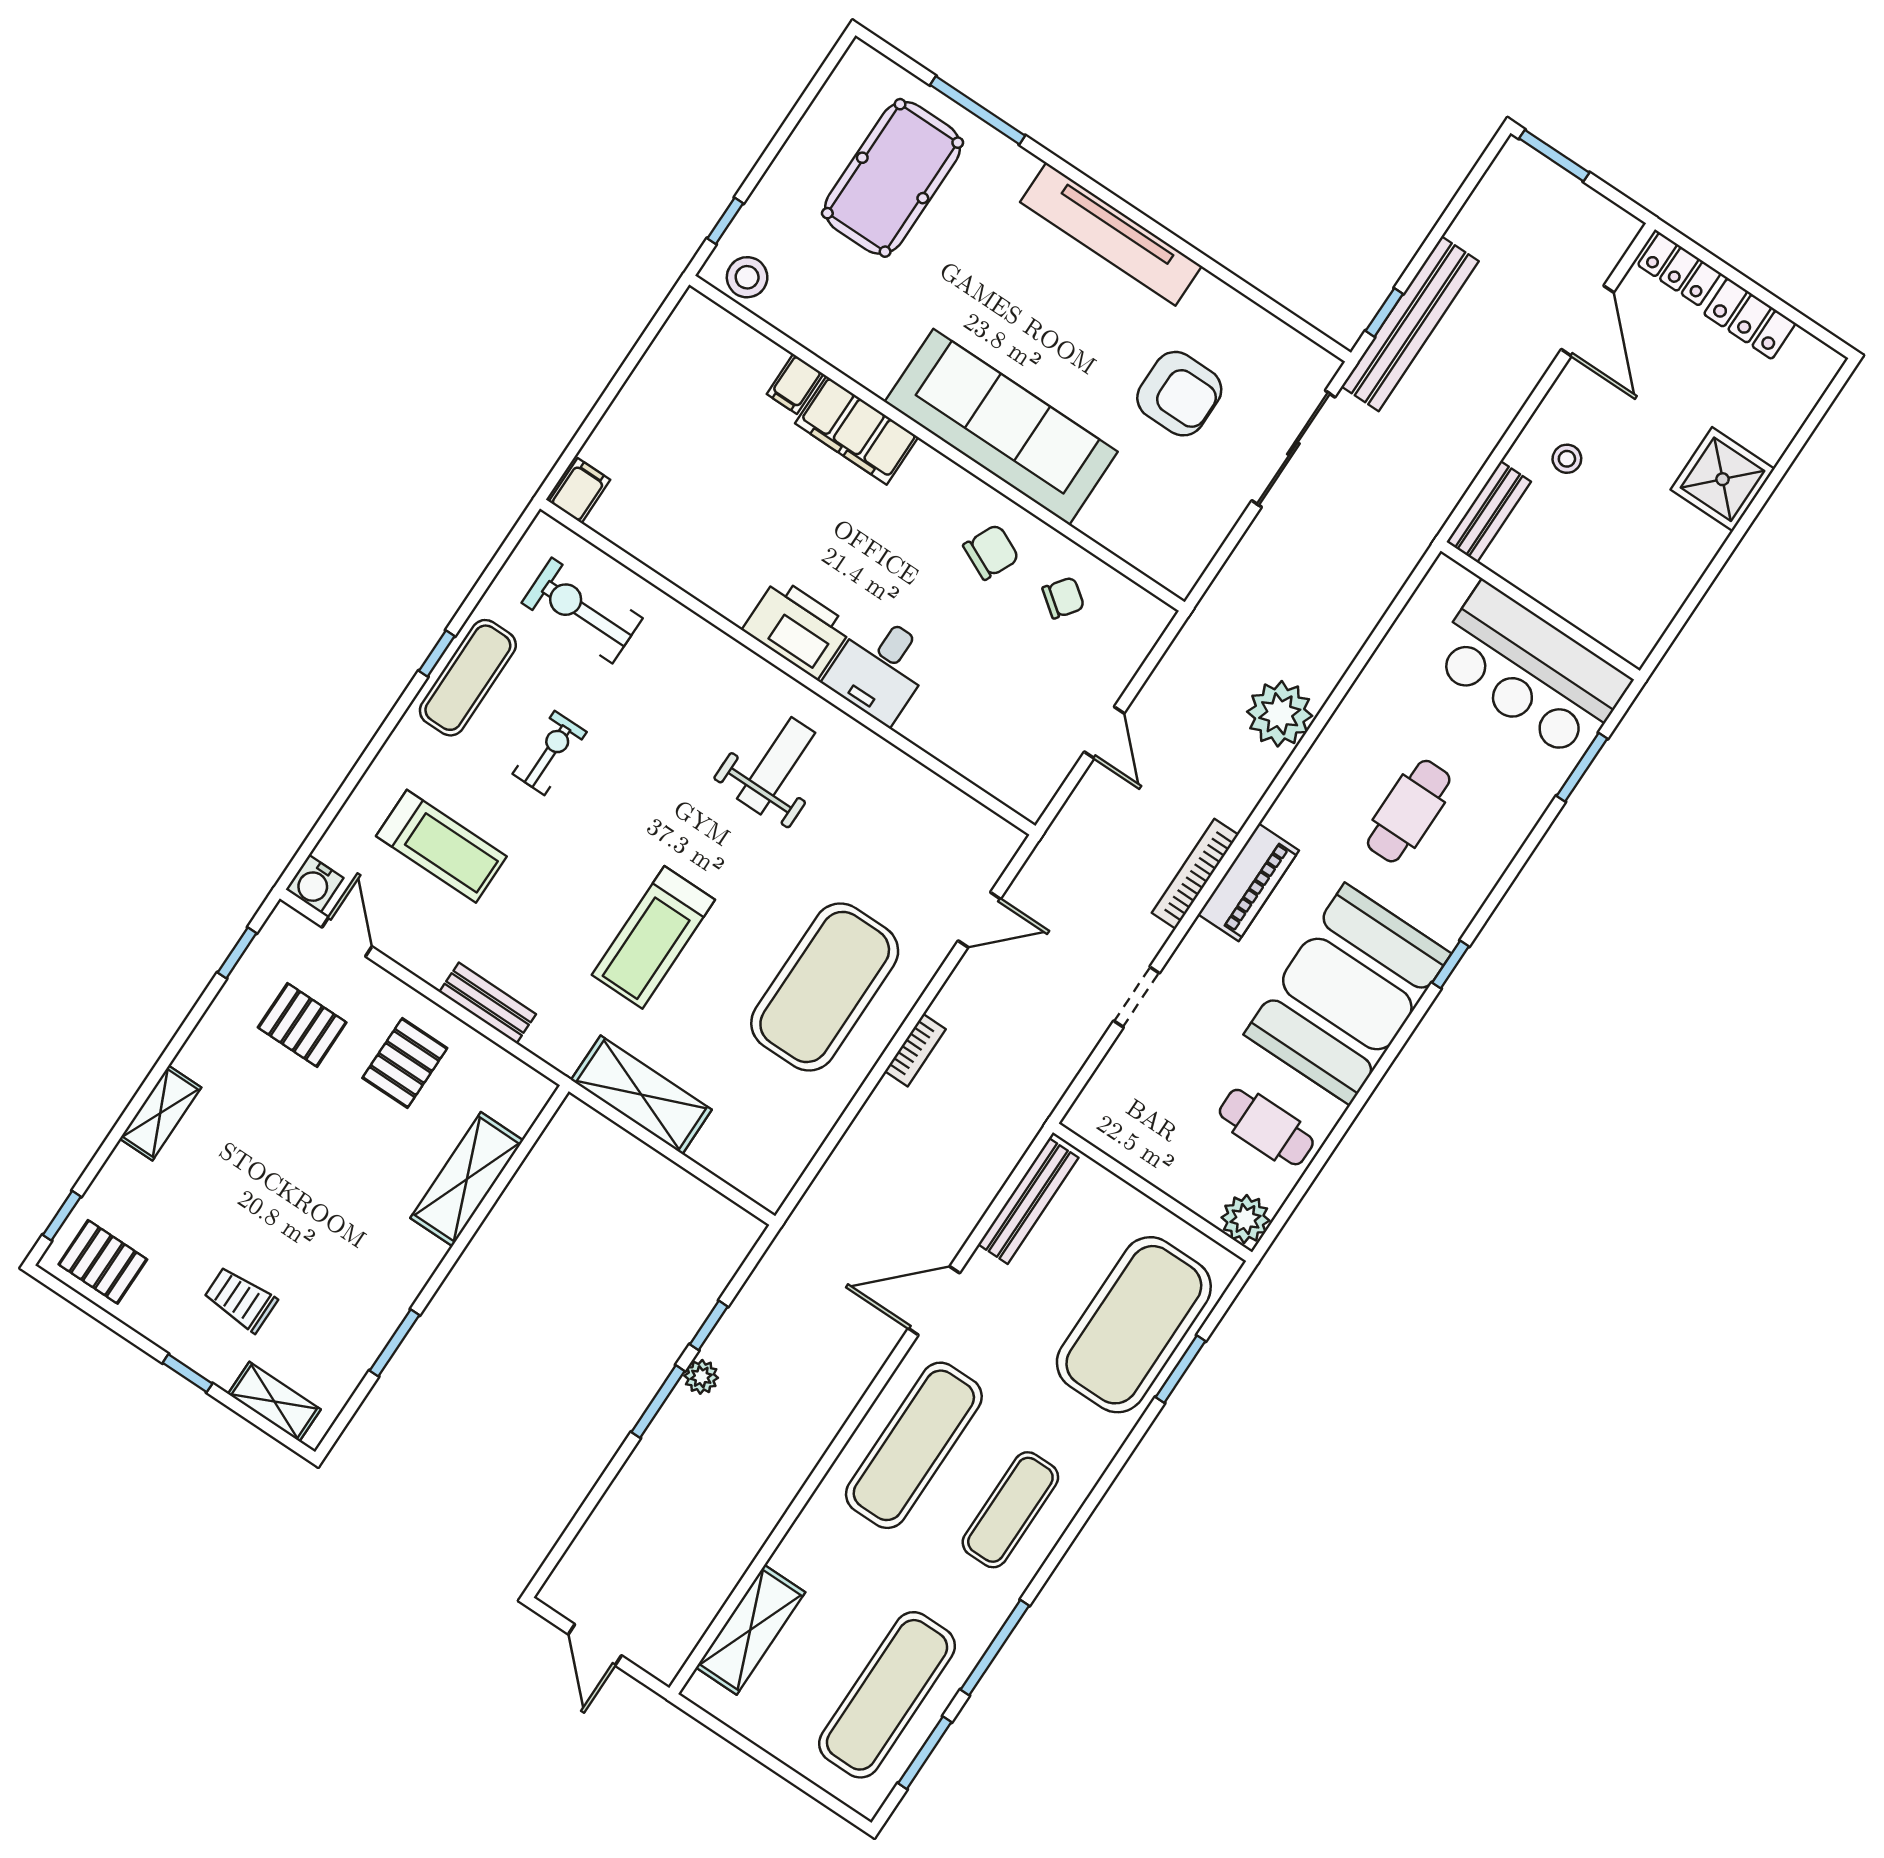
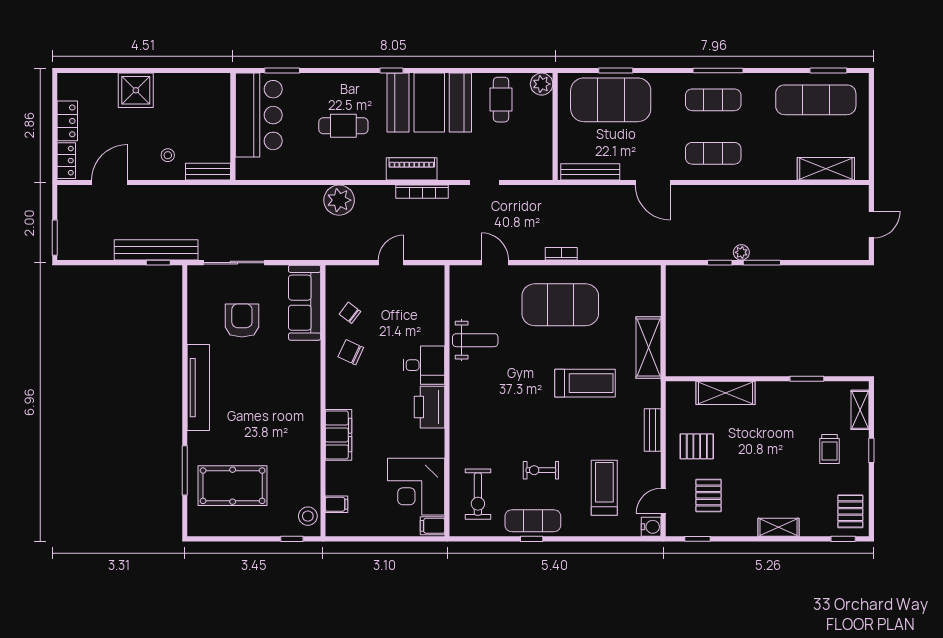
filing cabinet: (795, 384) -> (337, 504), moved
sofa: (1001, 427) -> (305, 303), moved, width x0.74, depth x0.79
corner desk: (670, 508) -> (416, 487), added
weight bench: (776, 766) -> (475, 340), moved, turned 180
exercise mat: (914, 1445) -> (713, 153), width x0.73, depth x0.69
window: (995, 1648) -> (718, 70), moved

